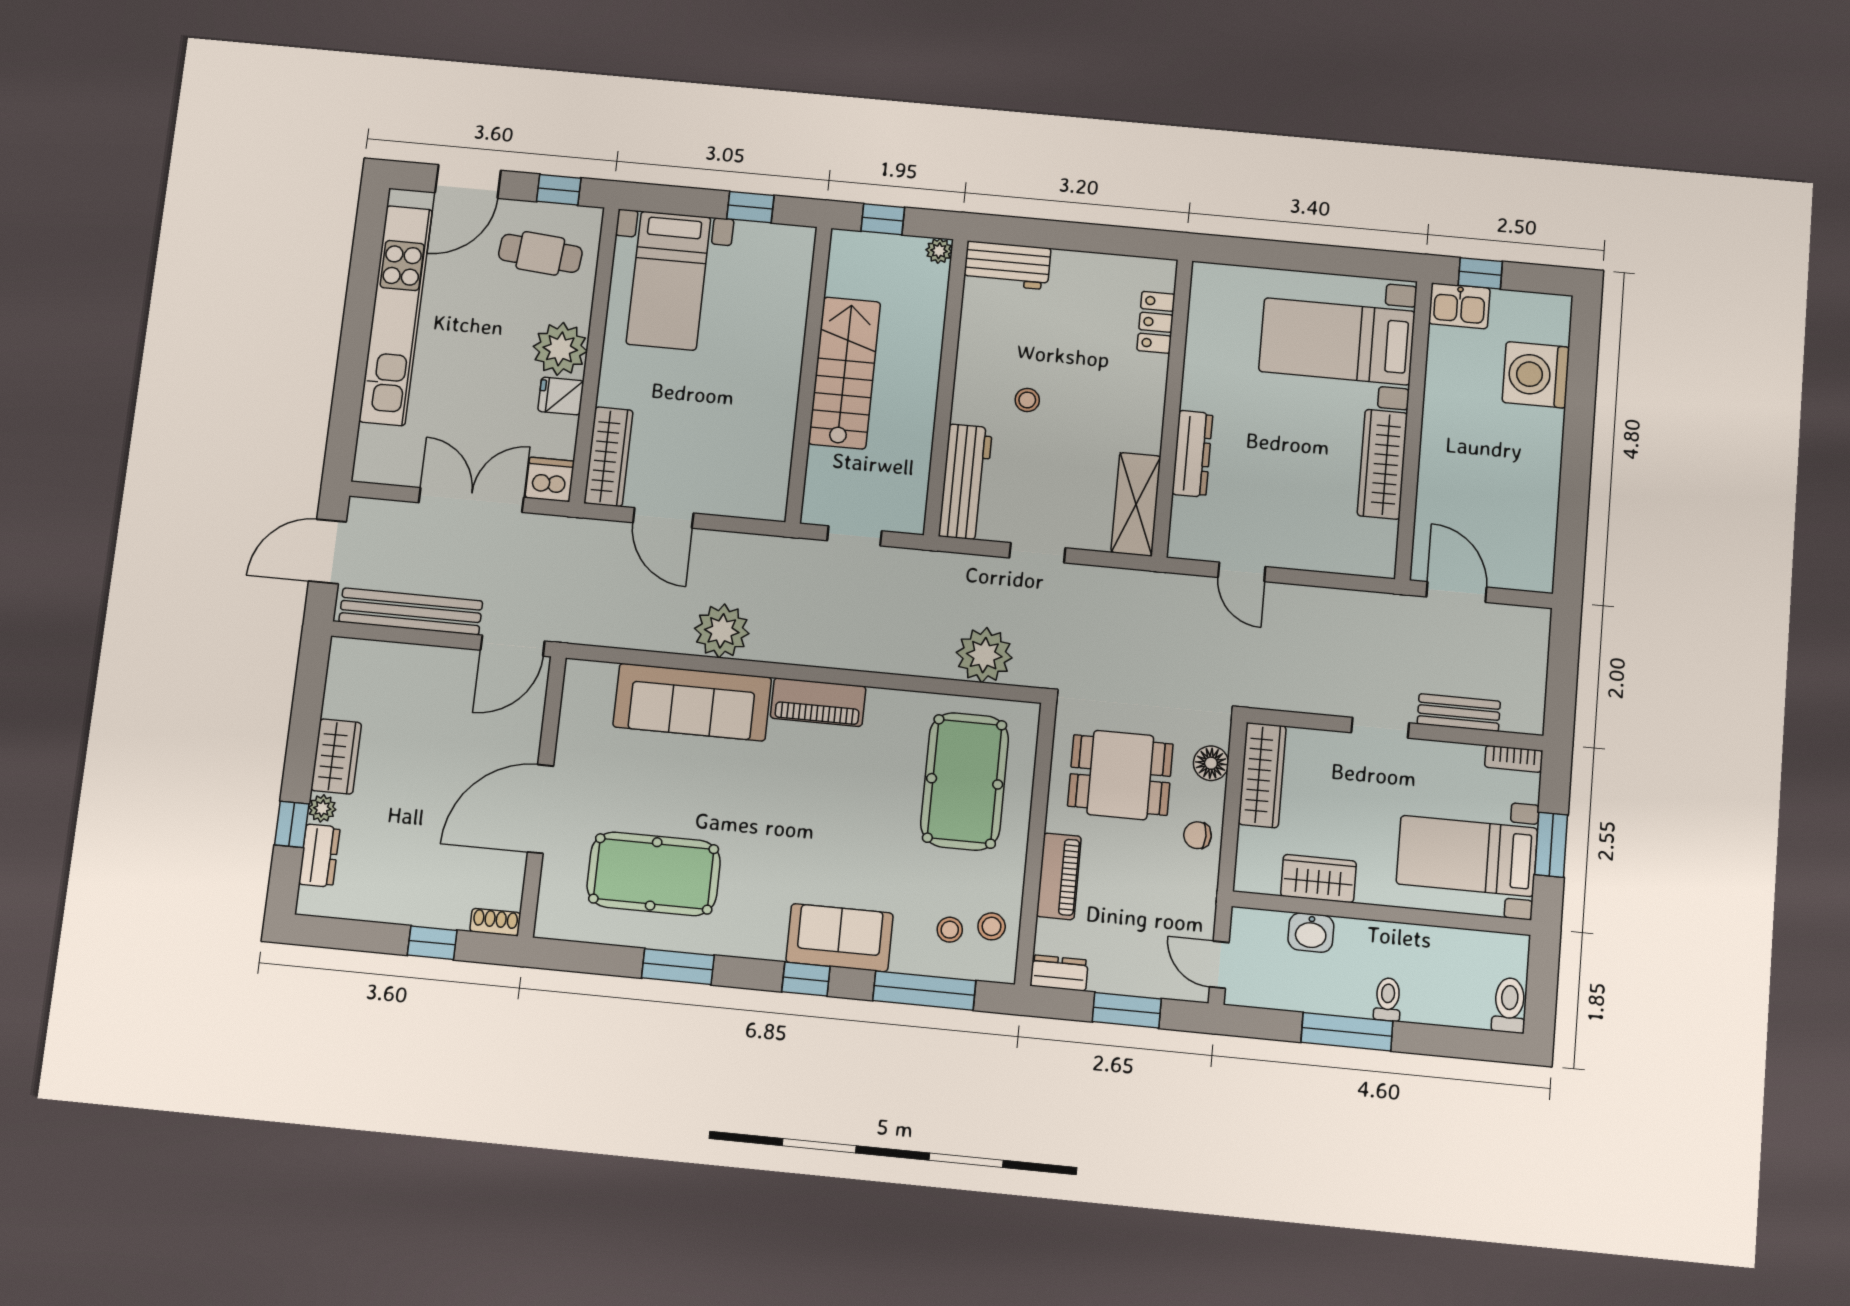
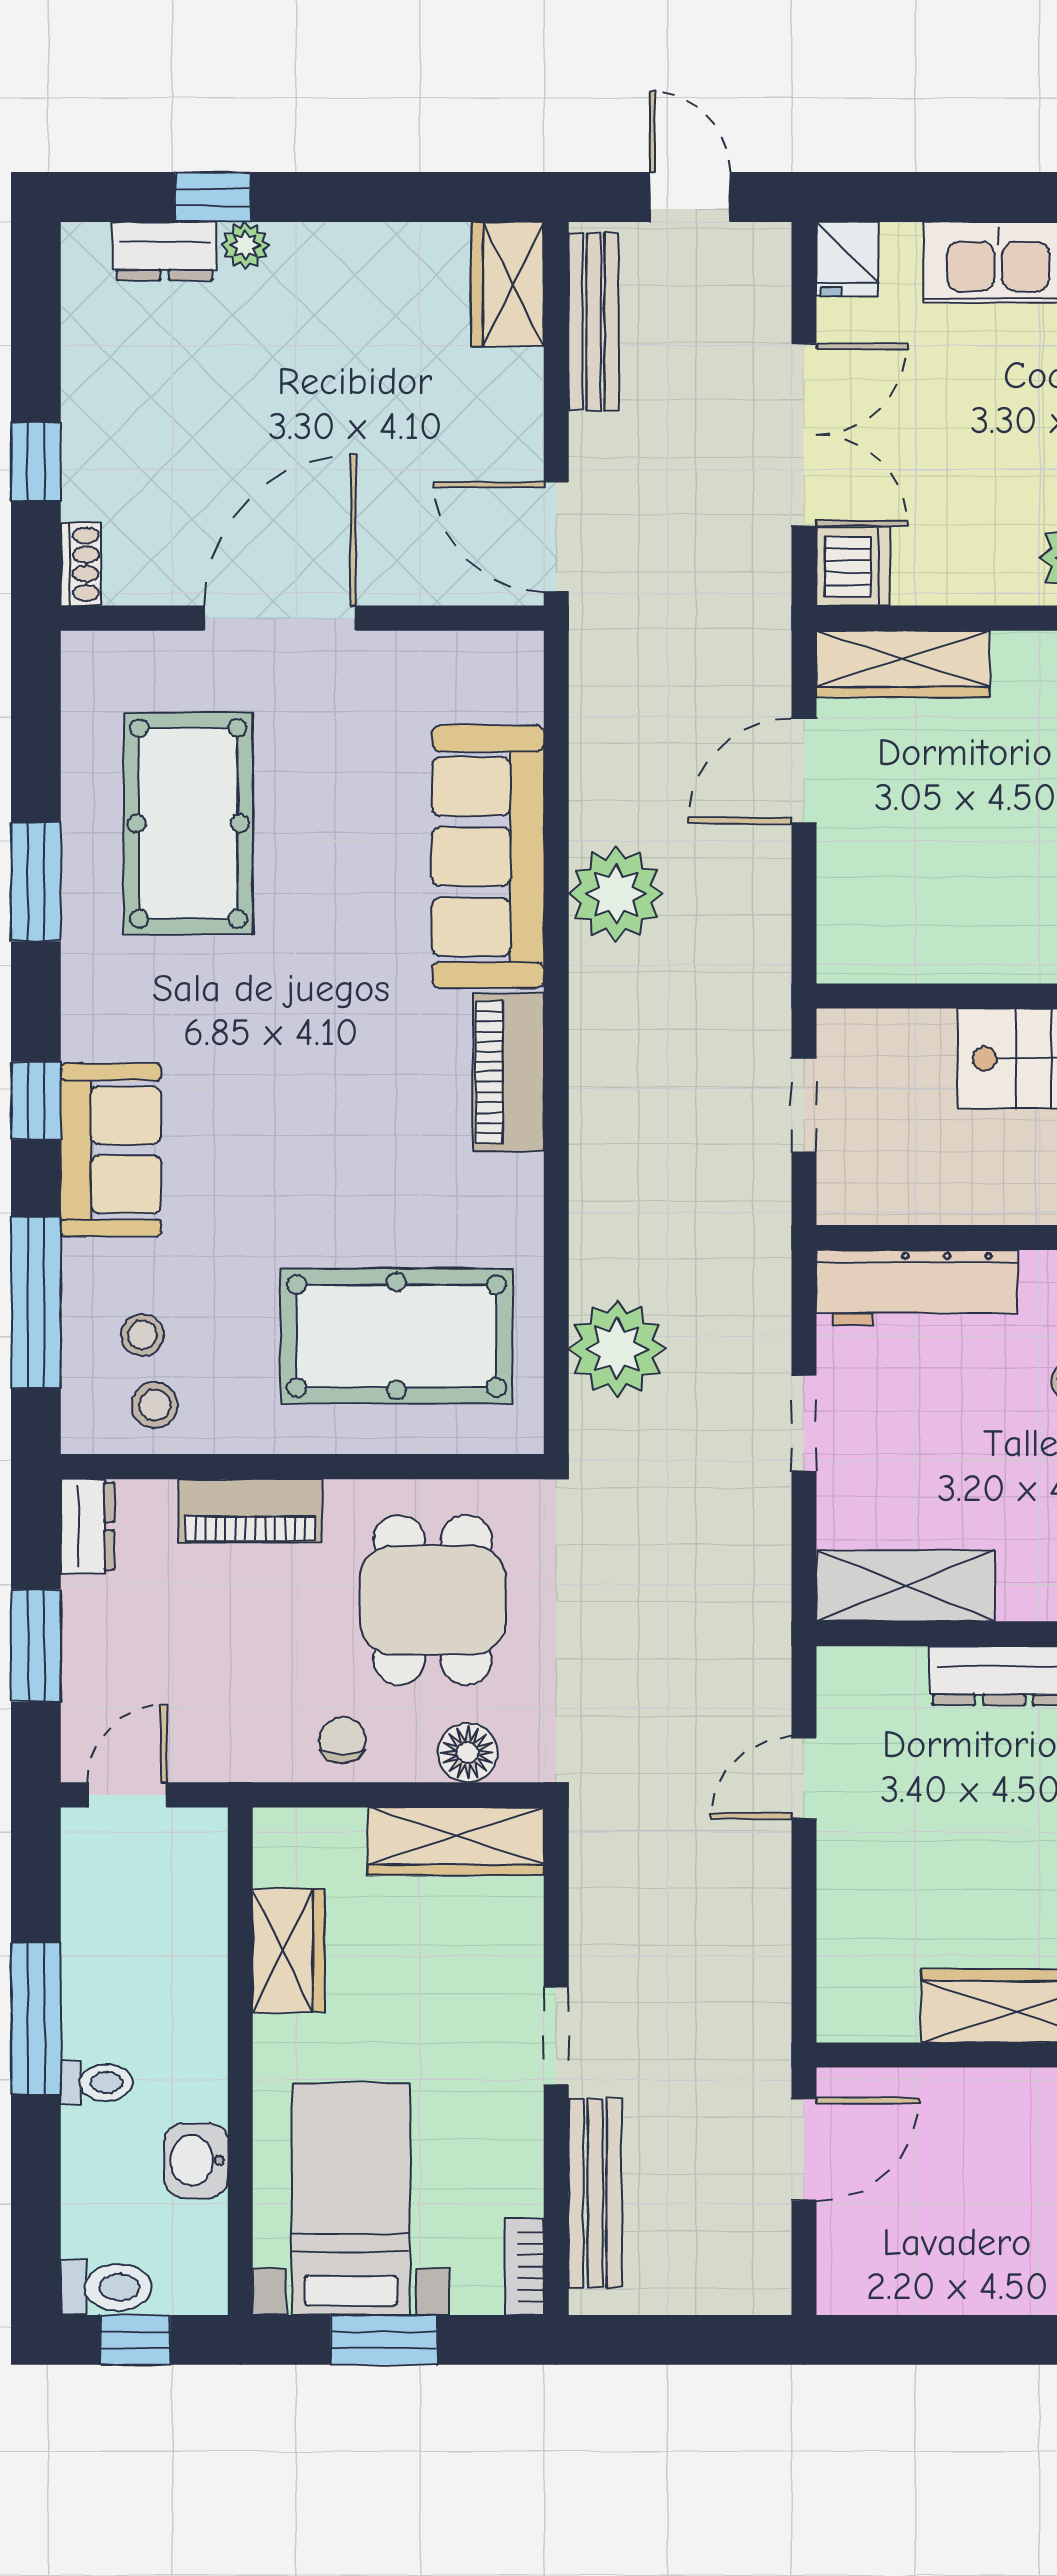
fridge: (561, 396) -> (847, 259), moved, turned 180
door: (327, 551) -> (690, 197), width x0.73
bench: (411, 611) -> (594, 322), width x0.73, depth x0.82
bench: (1459, 713) -> (595, 2193), width x1.36
wardrobe: (336, 757) -> (508, 284), moved, turned 90
door: (540, 809) -> (280, 618), hinge flipped
washbasin: (1311, 933) -> (196, 2160), moved
window: (1542, 991) -> (135, 2340), added

